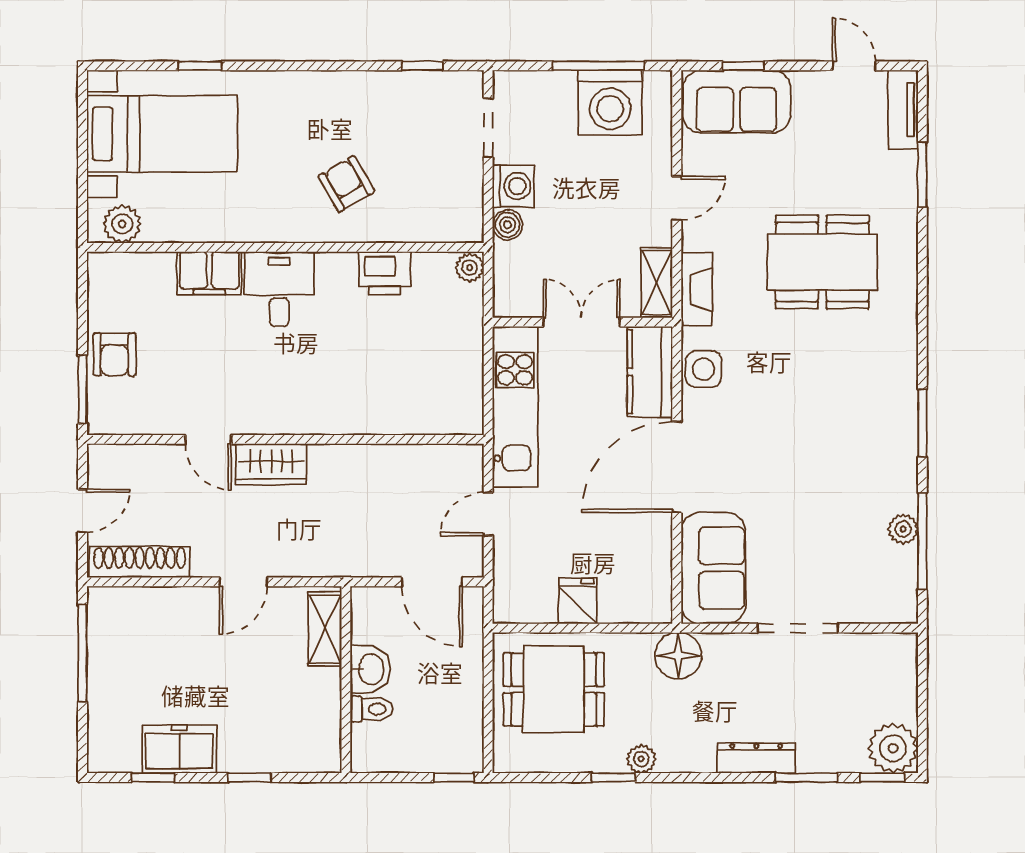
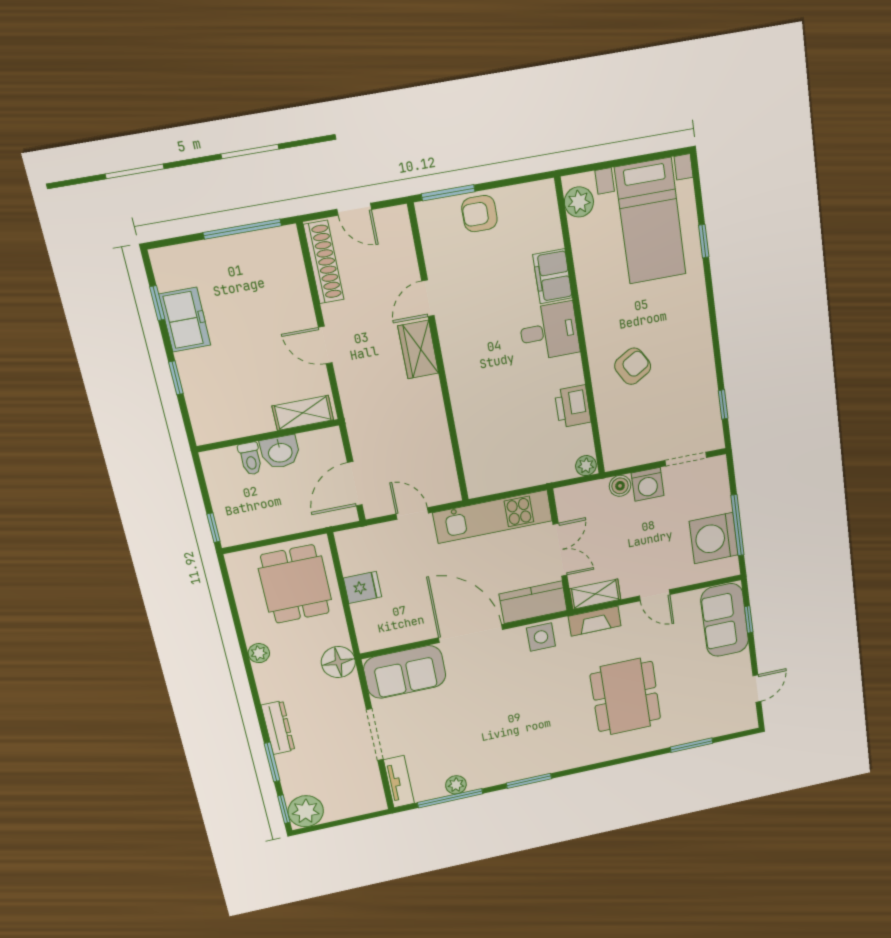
tv unit: (903, 110) -> (399, 782), moved, turned 90
window: (613, 778) -> (241, 637), removed

